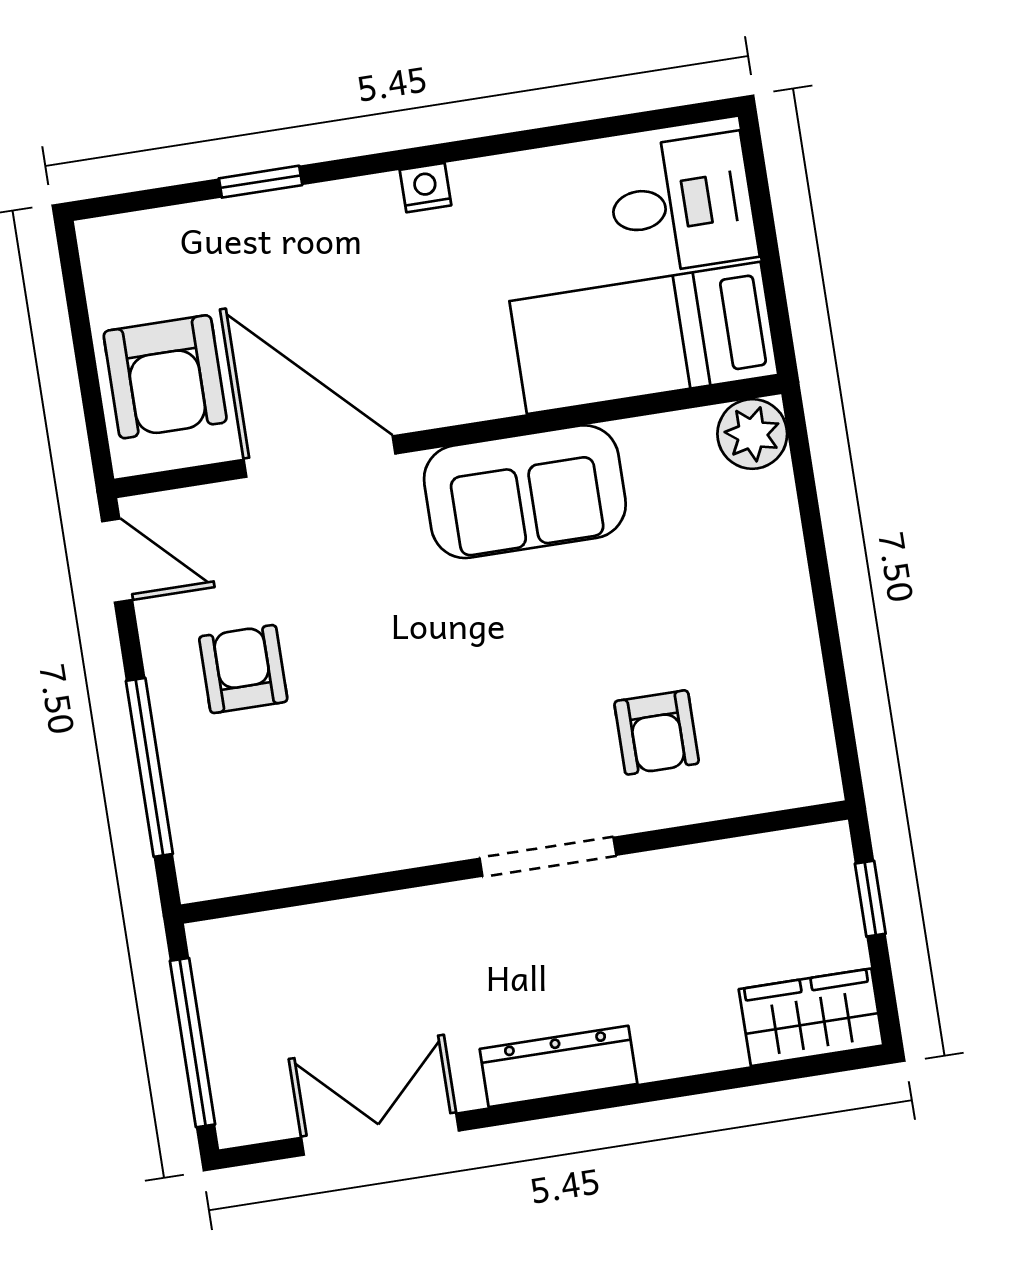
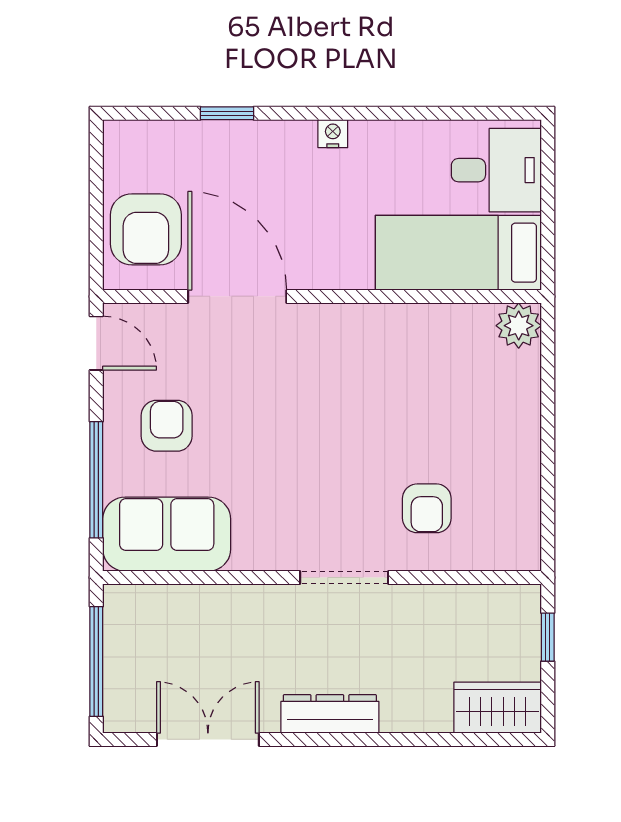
sofa: (525, 492) -> (167, 534), moved, turned 180

